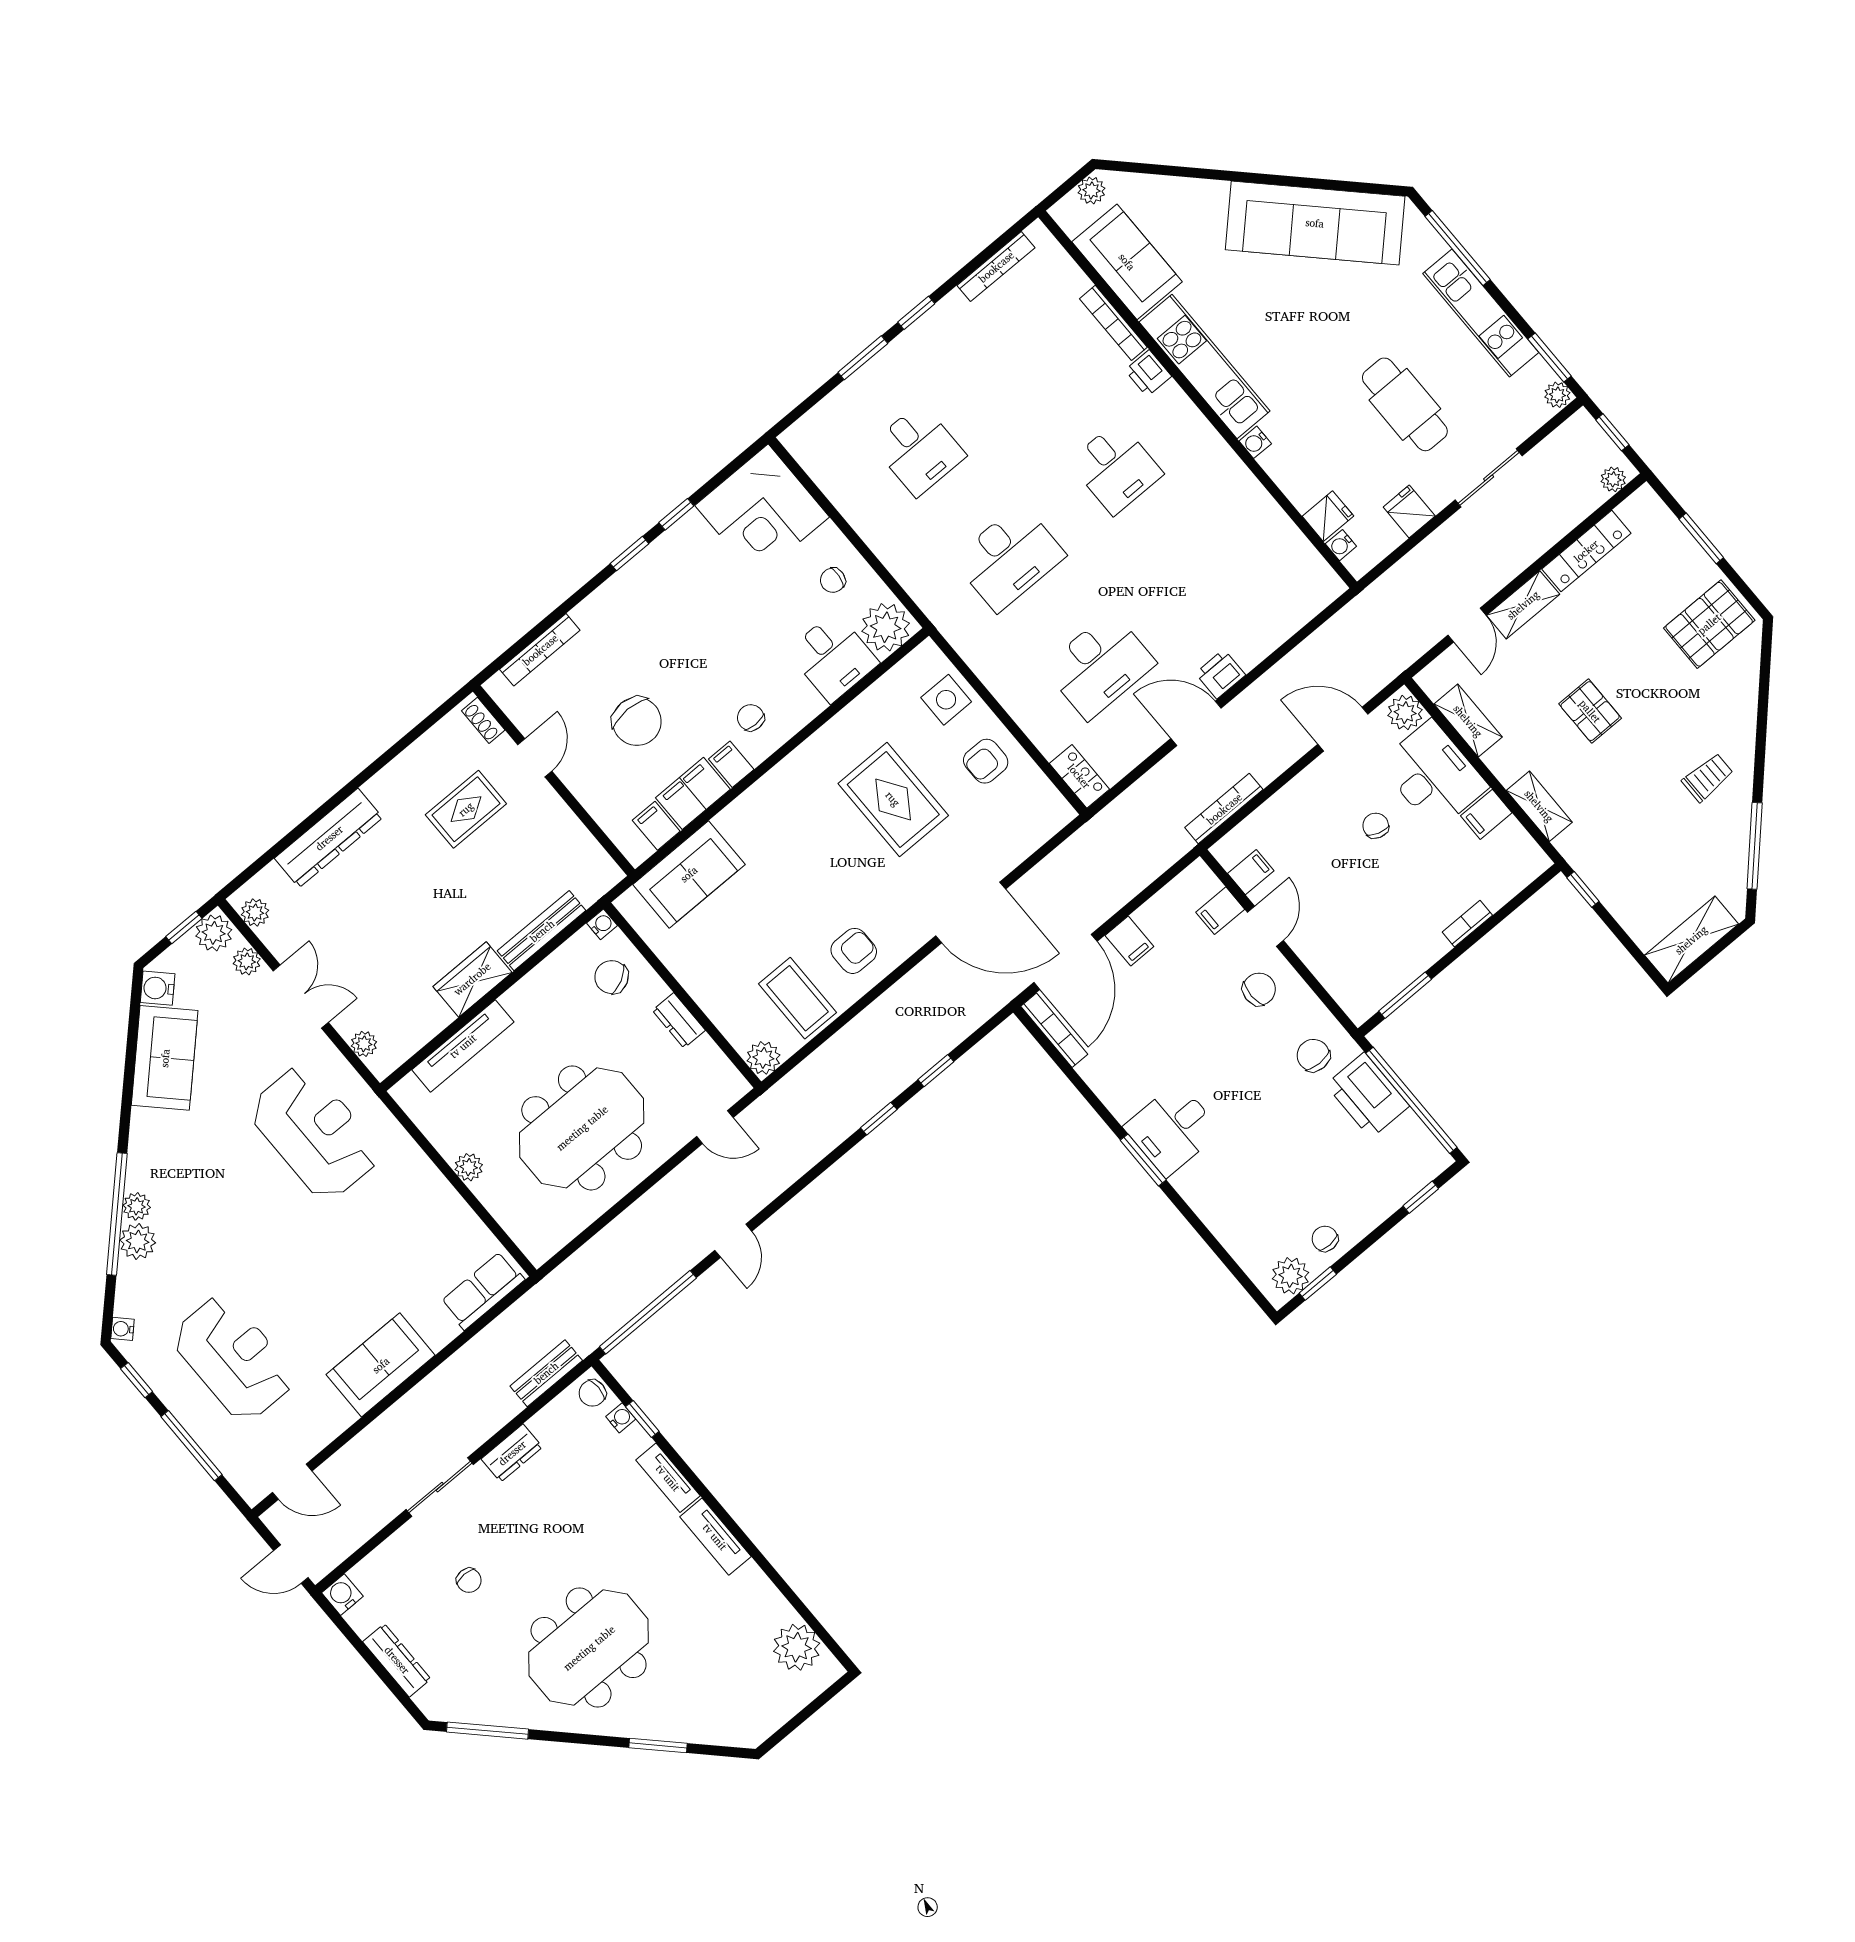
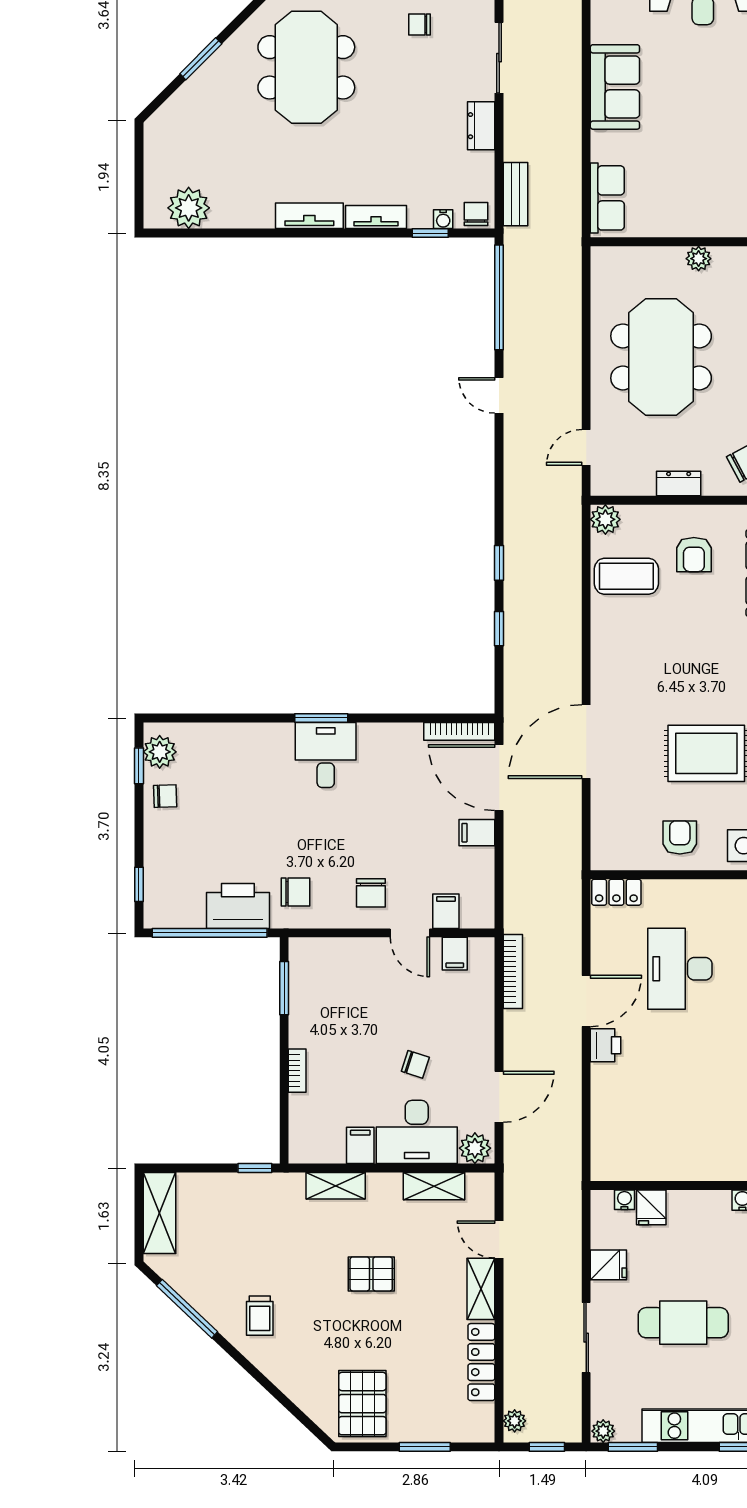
armchair: (854, 951) -> (694, 555), moved

